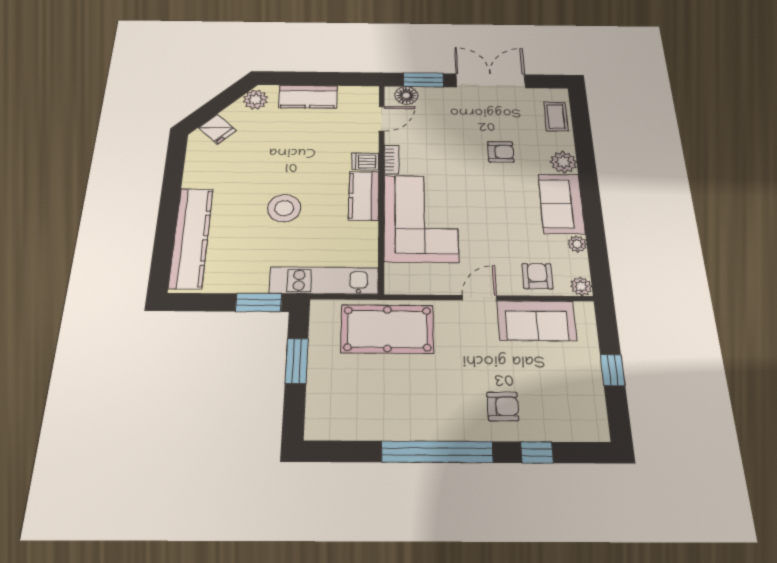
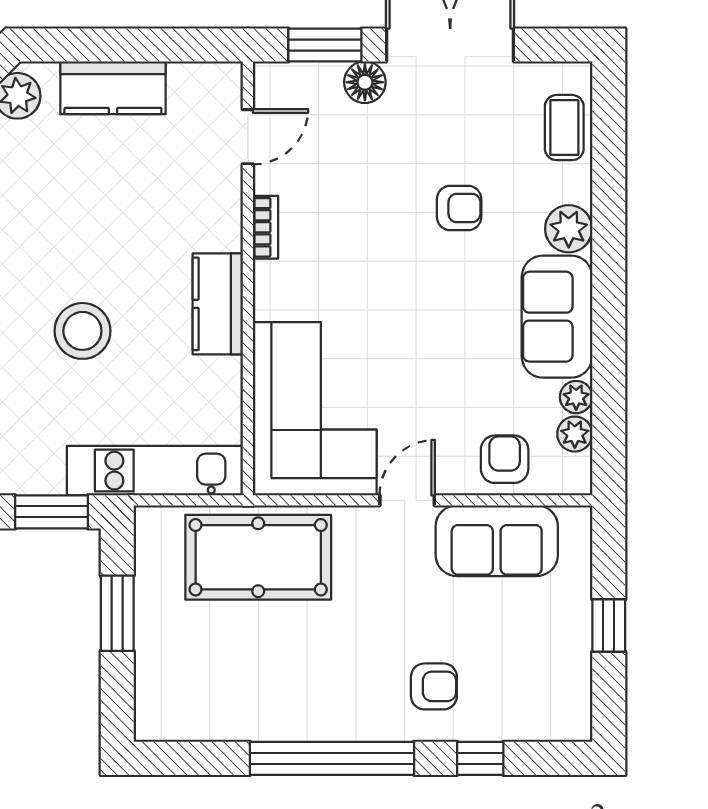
floor lamp: (406, 95) -> (365, 82), moved
dishwasher: (365, 161) -> (219, 232), removed
corner sofa: (421, 218) -> (315, 409), moved
plant: (581, 286) -> (575, 434), moved

